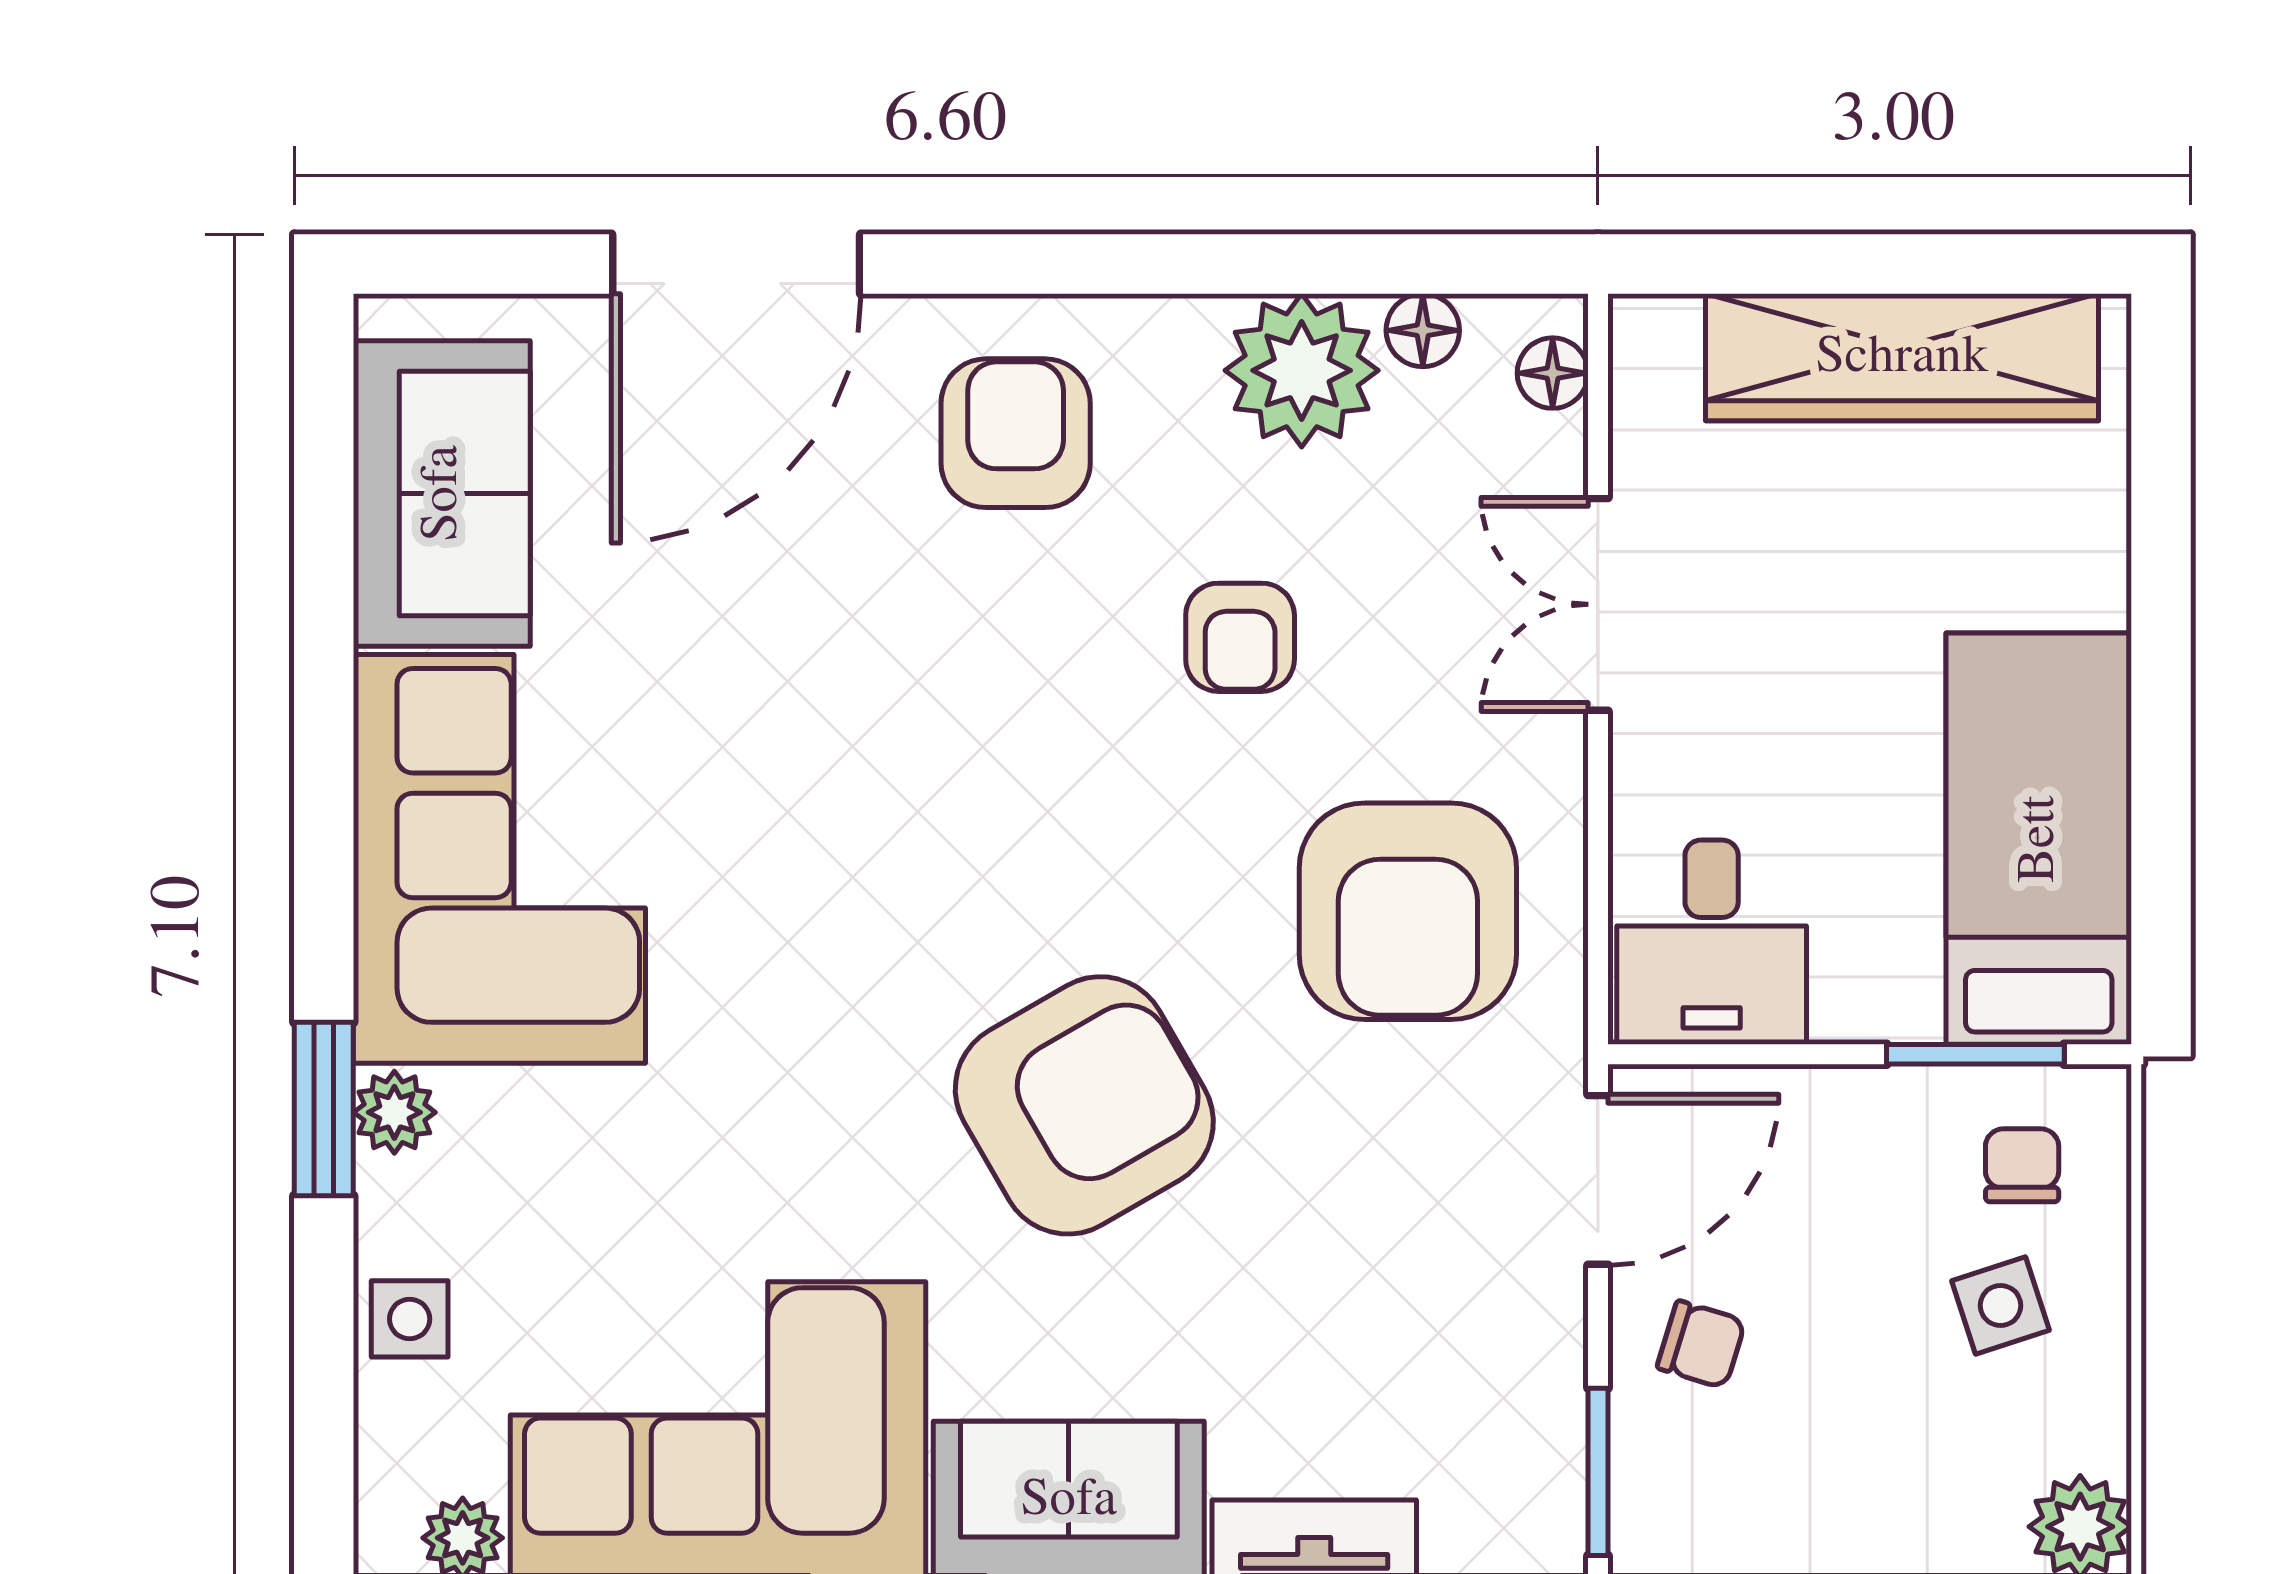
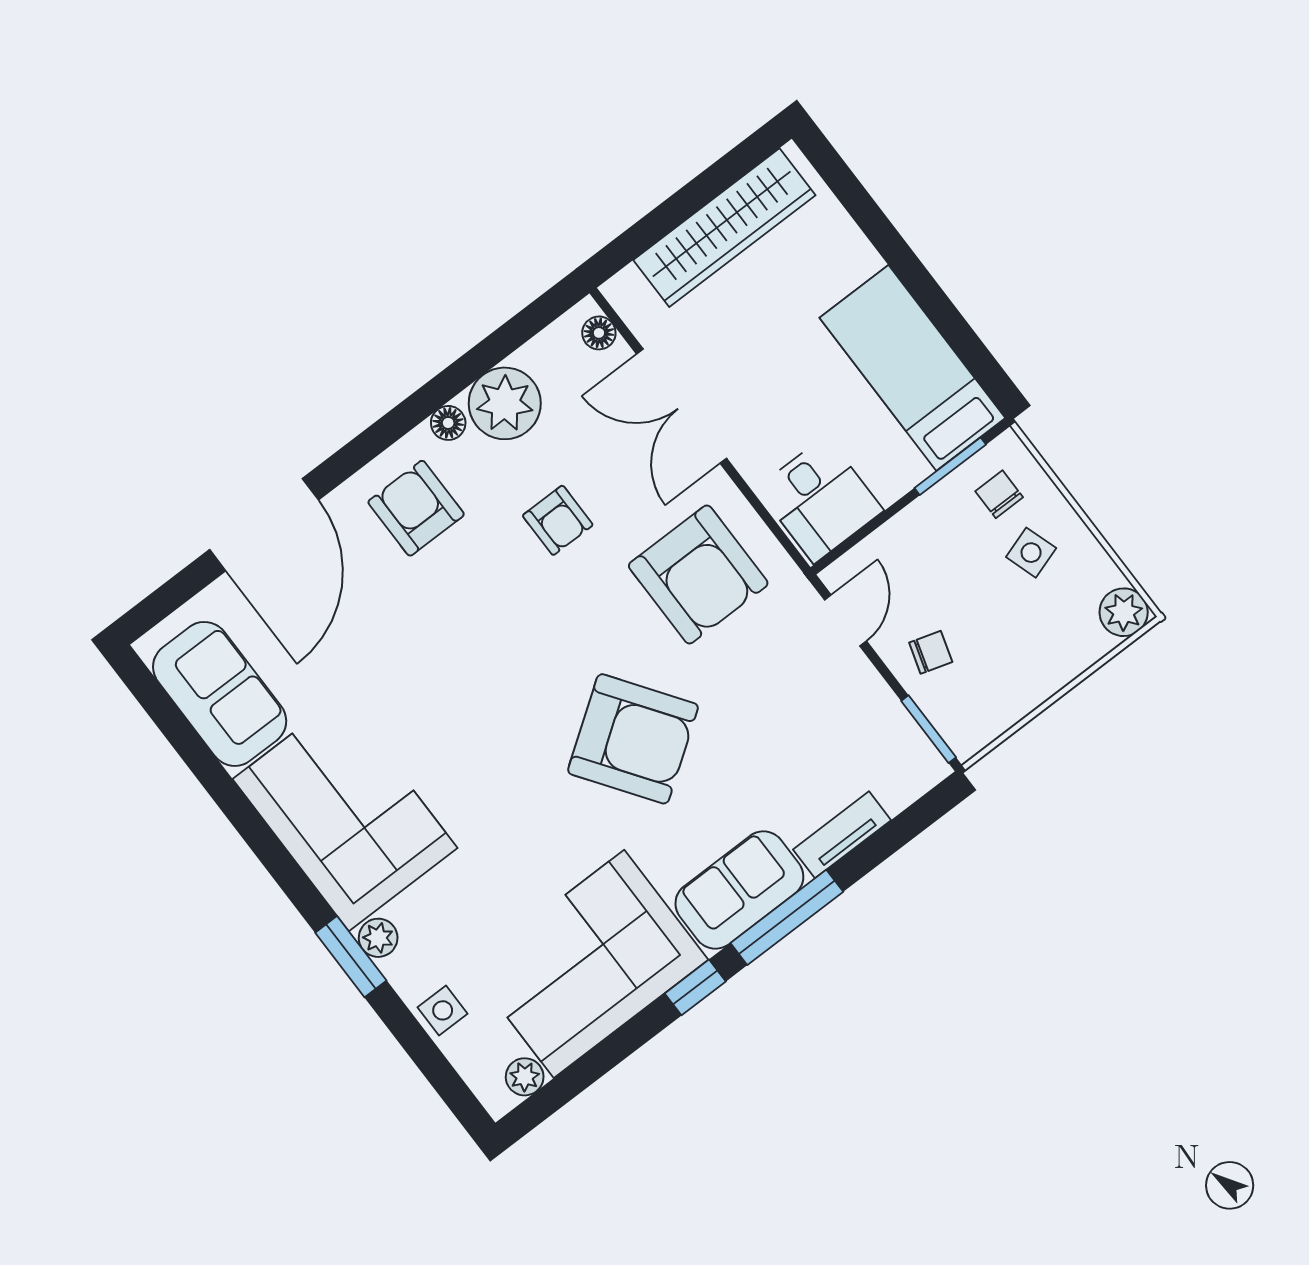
floor lamp: (1423, 330) -> (448, 423), moved
double door: (1598, 604) -> (682, 406), width x1.37
armchair: (1084, 1105) -> (633, 739), turned 85
door: (1598, 1180) -> (845, 620), width x0.73

